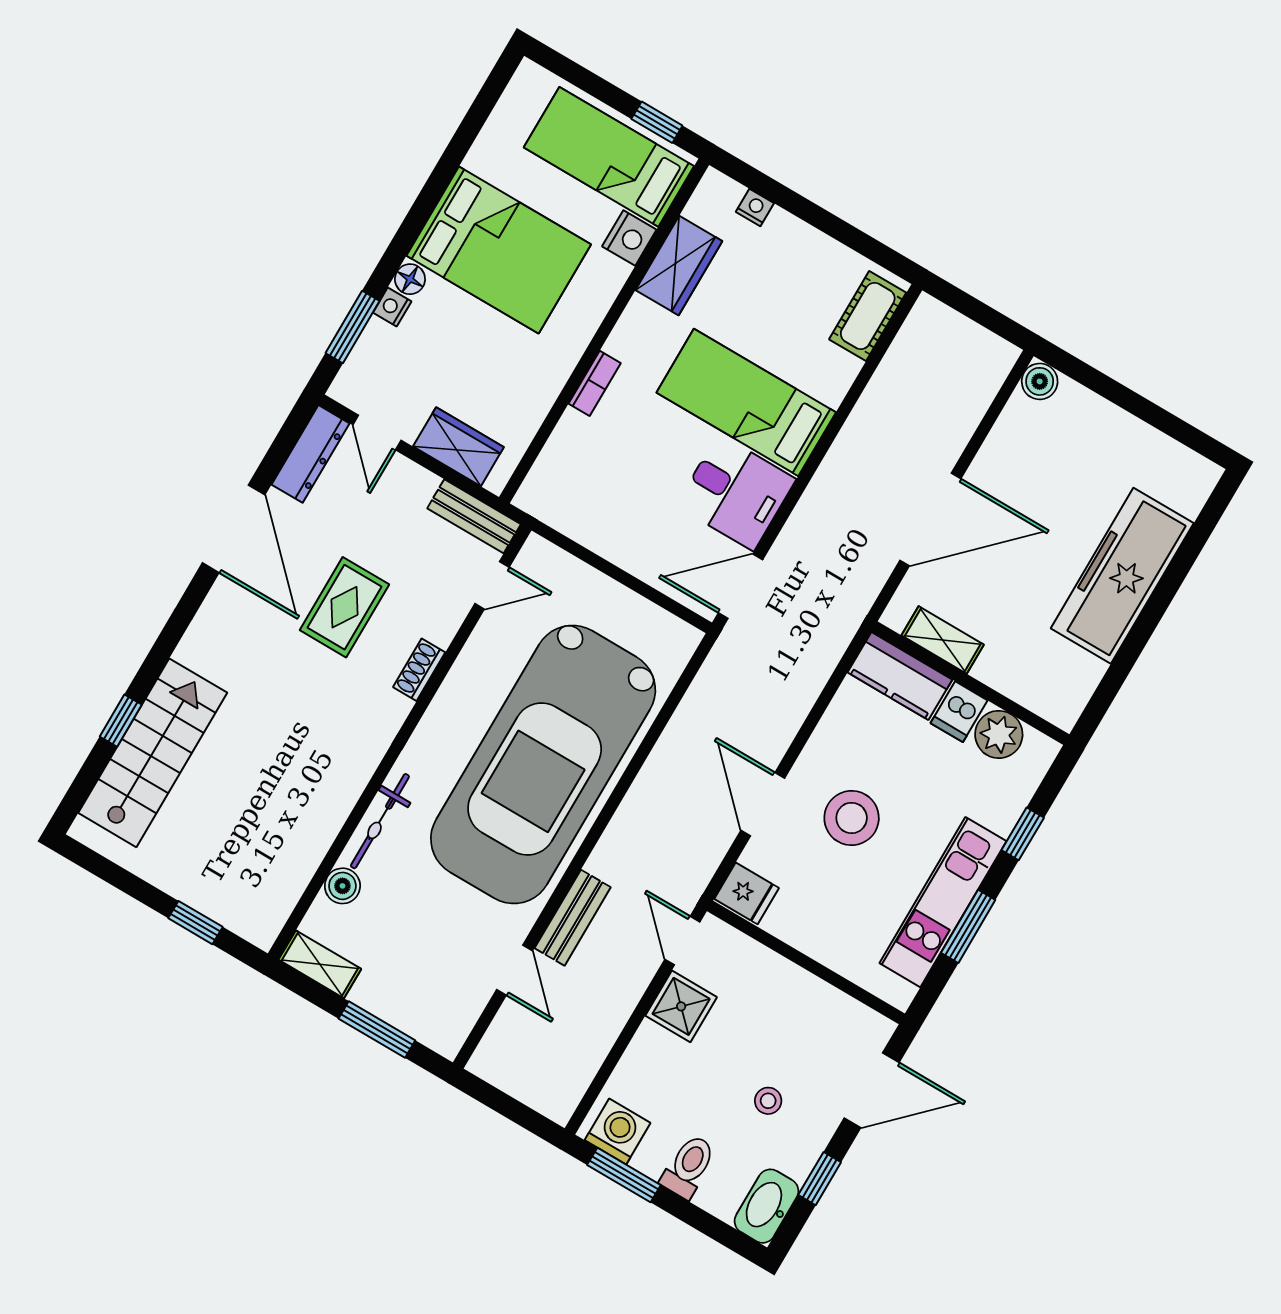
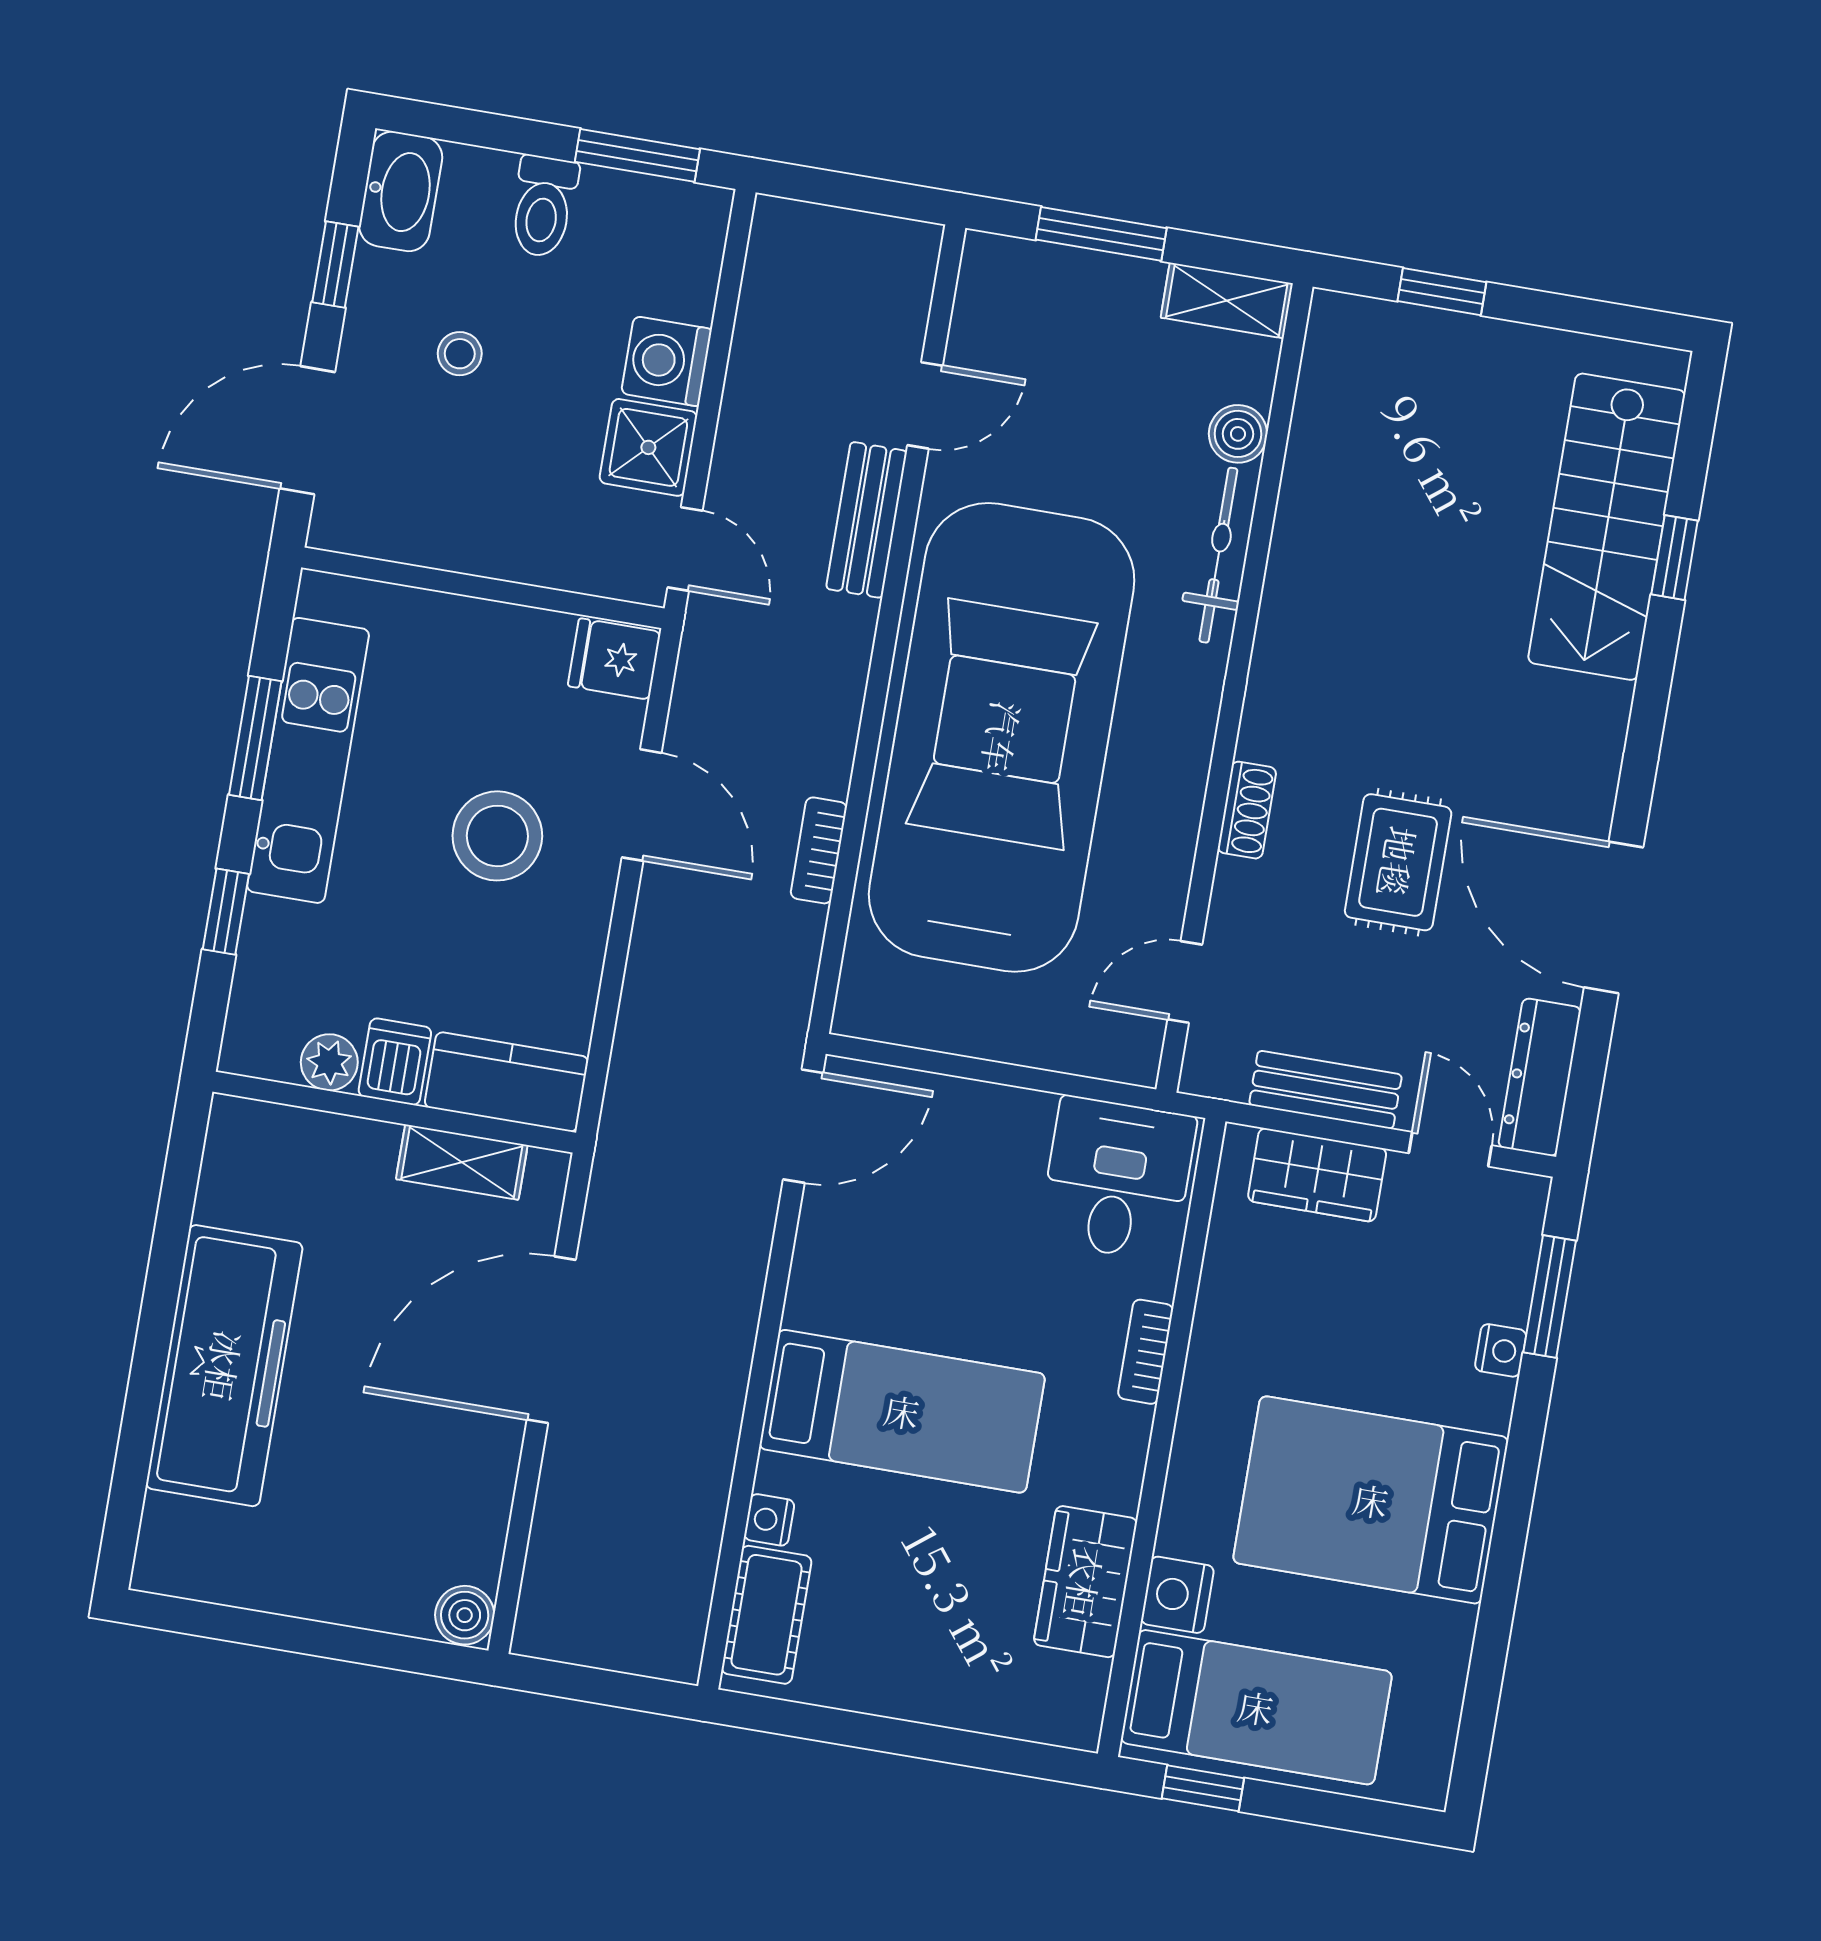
nightstand: (755, 208) -> (769, 1520), moved, turned 90
floor lamp: (410, 279) -> (1490, 1403), removed
desk: (736, 492) -> (1117, 1179), moved, turned 90
bench: (474, 516) -> (1325, 1090), moved
plant: (999, 734) -> (329, 1062), width x0.73, depth x0.73
bookcase: (672, 740) -> (819, 850), added
door: (514, 970) -> (925, 405), swing flipped
washing machine: (618, 1132) -> (666, 361), moved, turned 90

